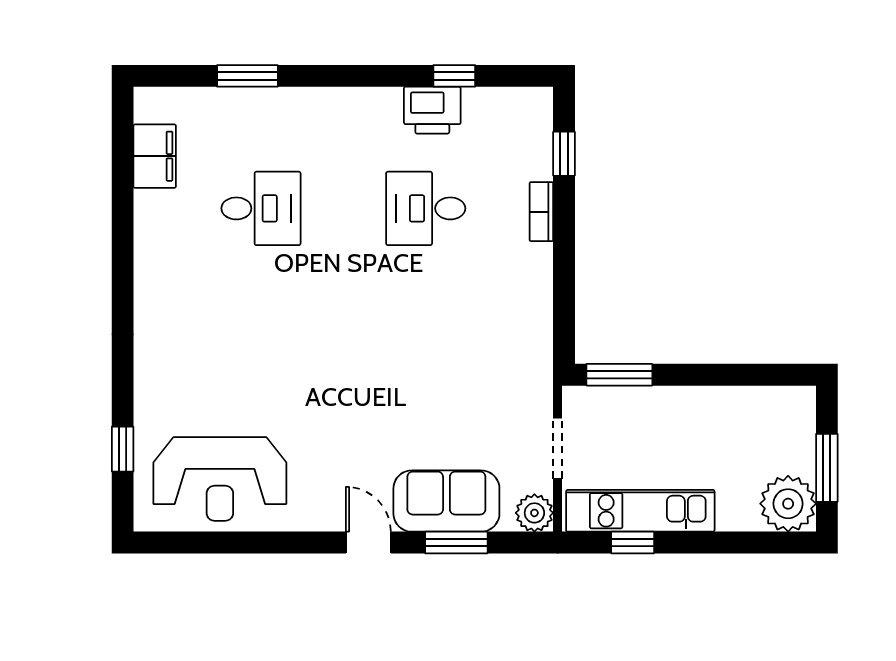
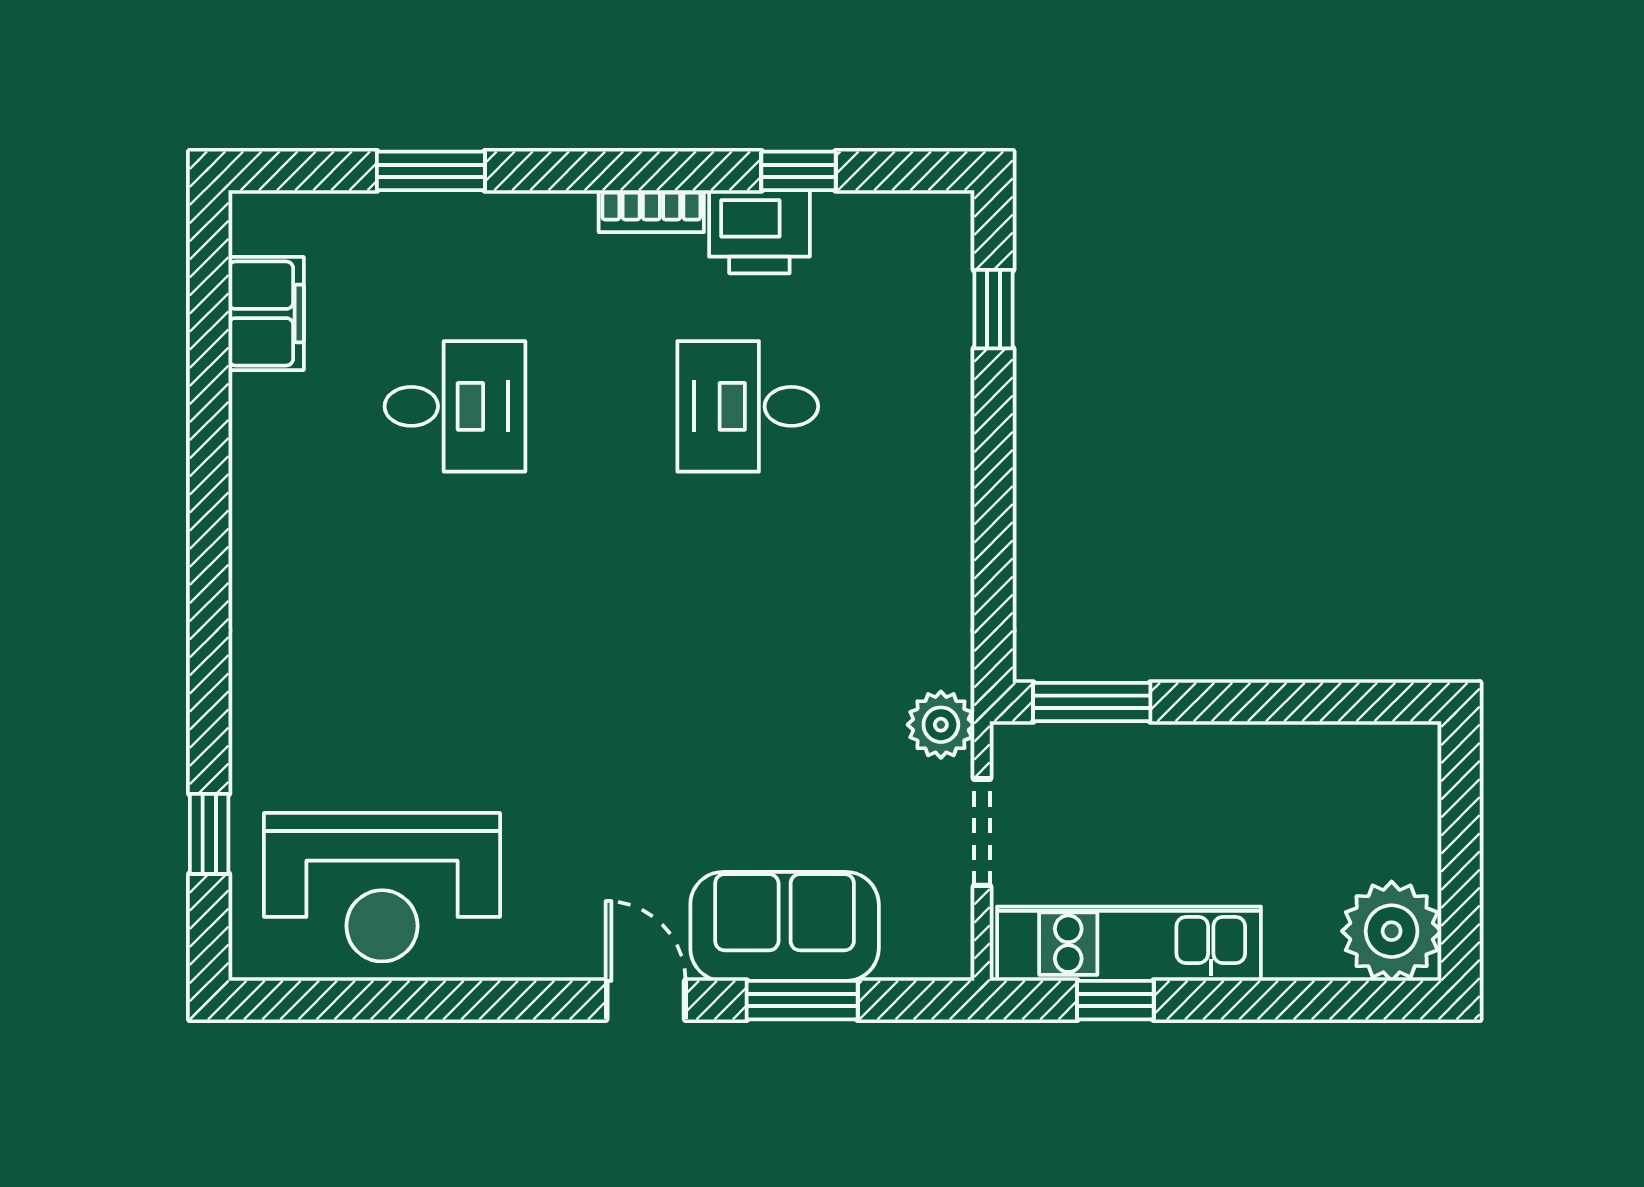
bookcase: (541, 212) -> (651, 211), moved, turned -90
window: (827, 468) -> (1461, 867), removed
plant: (534, 513) -> (941, 725), moved

